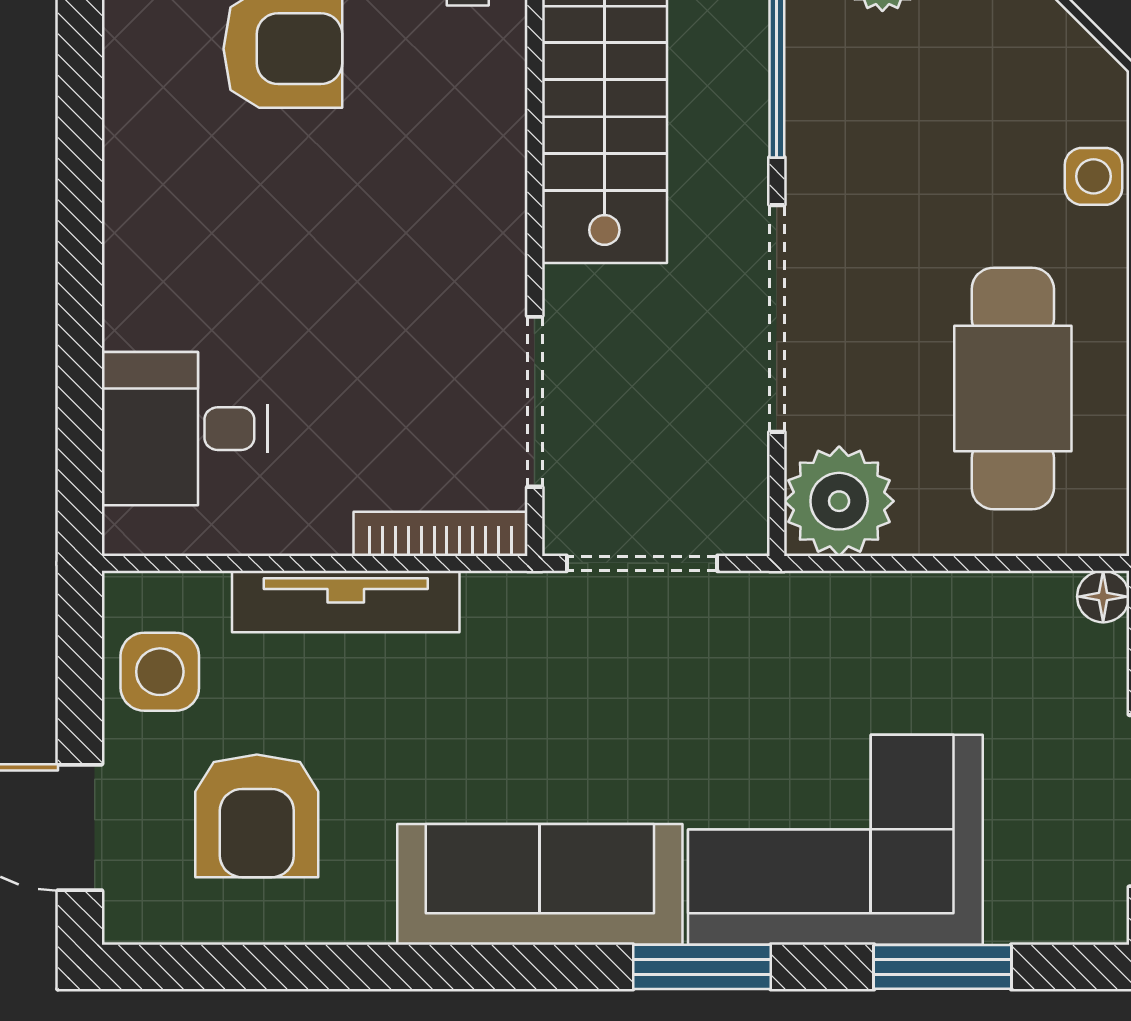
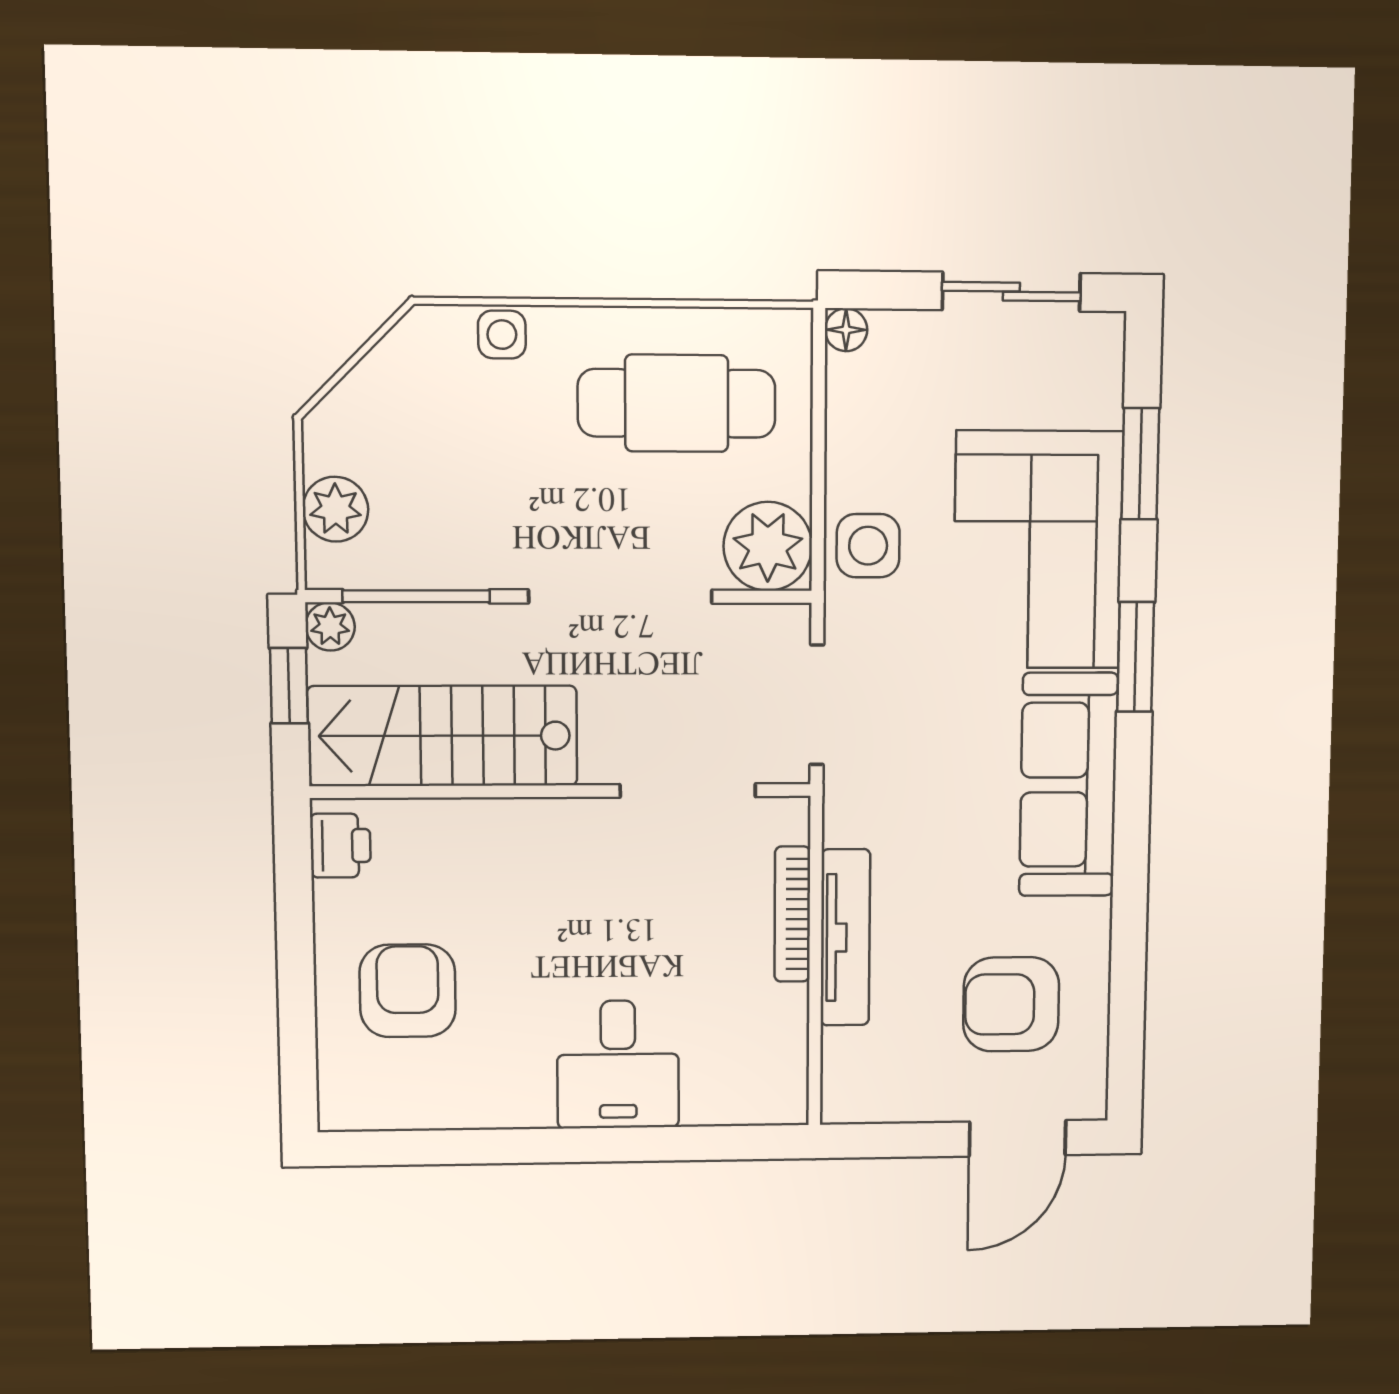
desk: (185, 429) -> (618, 1064), moved
bookcase: (440, 534) -> (792, 914), moved
side table: (160, 672) -> (868, 546), moved
armchair: (257, 816) -> (1011, 1004), turned 180

